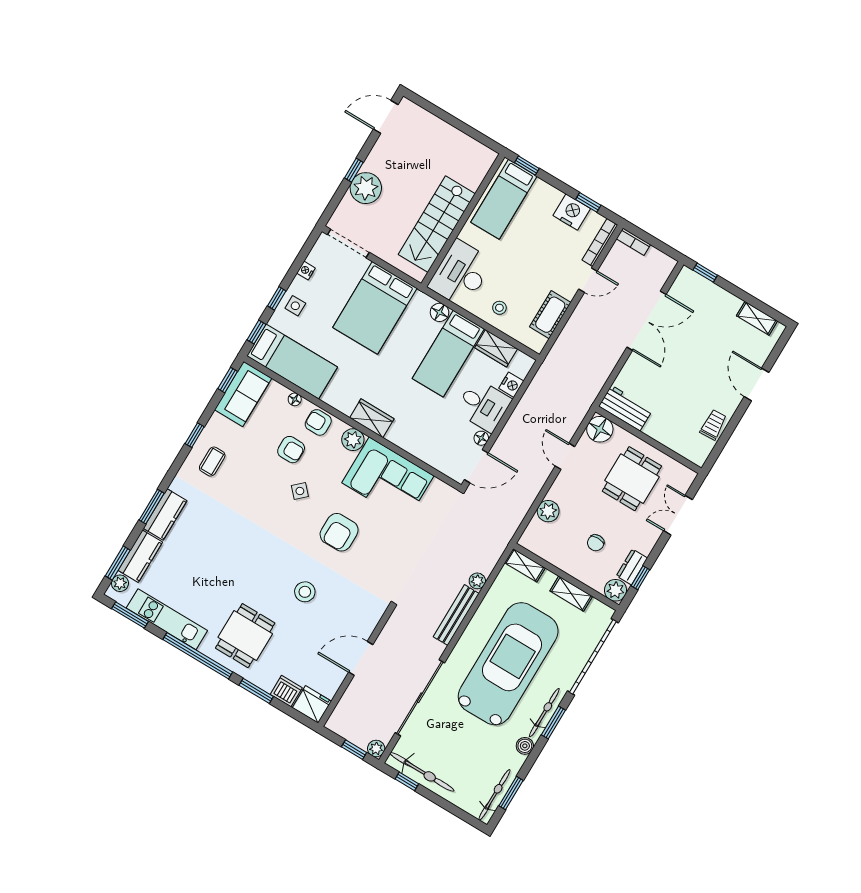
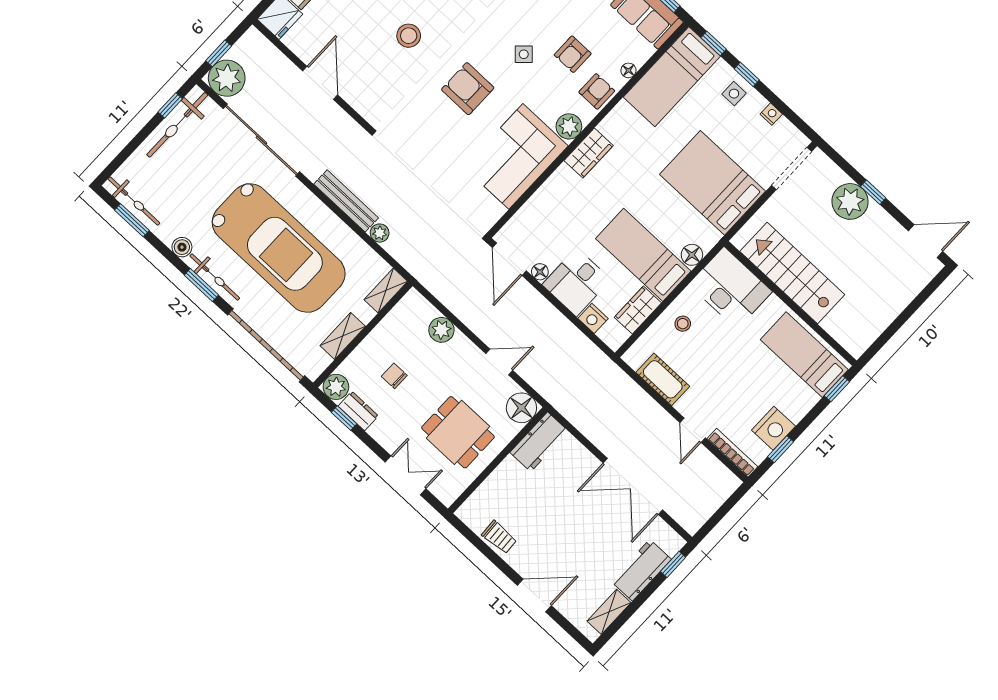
door: (386, 117) -> (926, 241), hinge flipped
bookcase: (633, 242) -> (725, 491), removed
workbench: (716, 299) -> (641, 570), added
plant: (376, 748) -> (227, 78), width x1.88, depth x1.88

